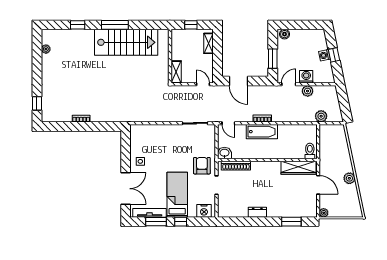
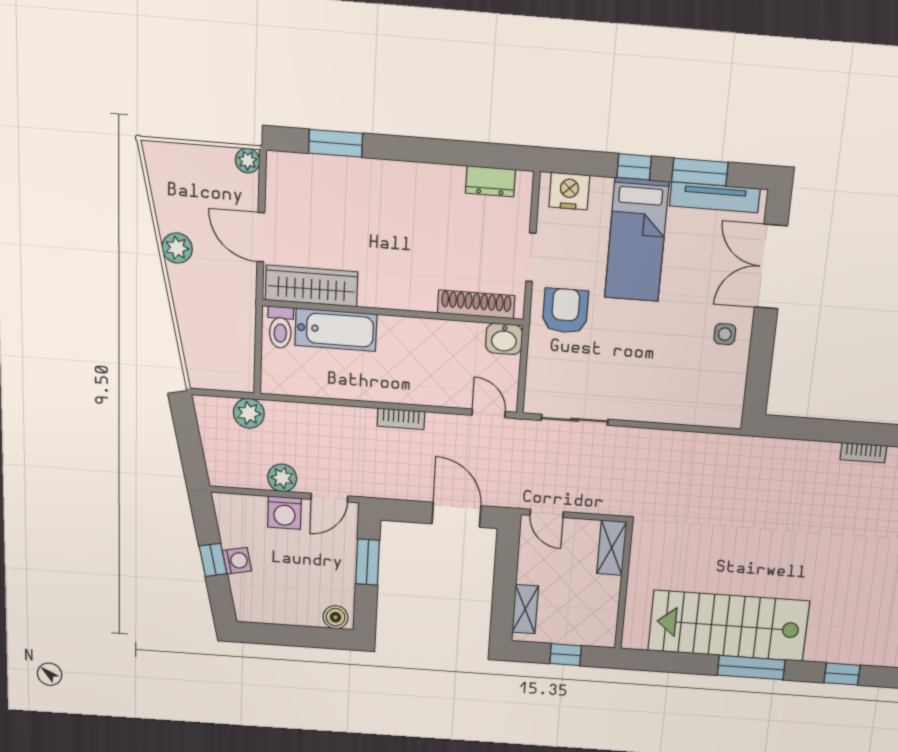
bathtub: (262, 132) -> (336, 330), moved, turned 180
armchair: (202, 166) -> (565, 311), turned 180
dresser: (257, 212) -> (490, 181), moved

